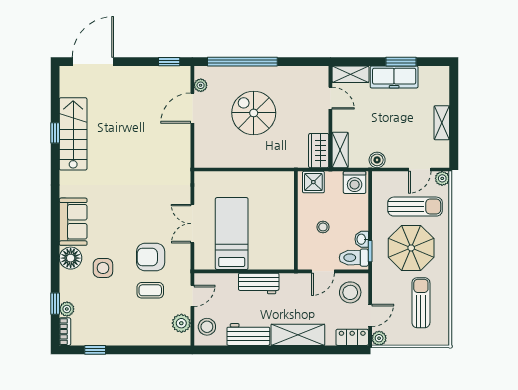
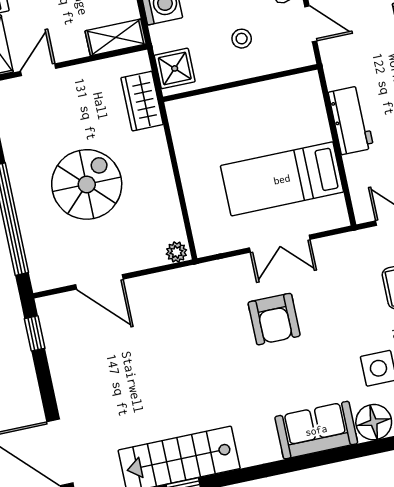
plant: (201, 85) -> (176, 252), moved
spiral stairs: (254, 113) -> (87, 184), turned 180
wardrobe: (319, 151) -> (142, 101), moved, turned 90
armchair: (151, 257) -> (274, 319), moved

